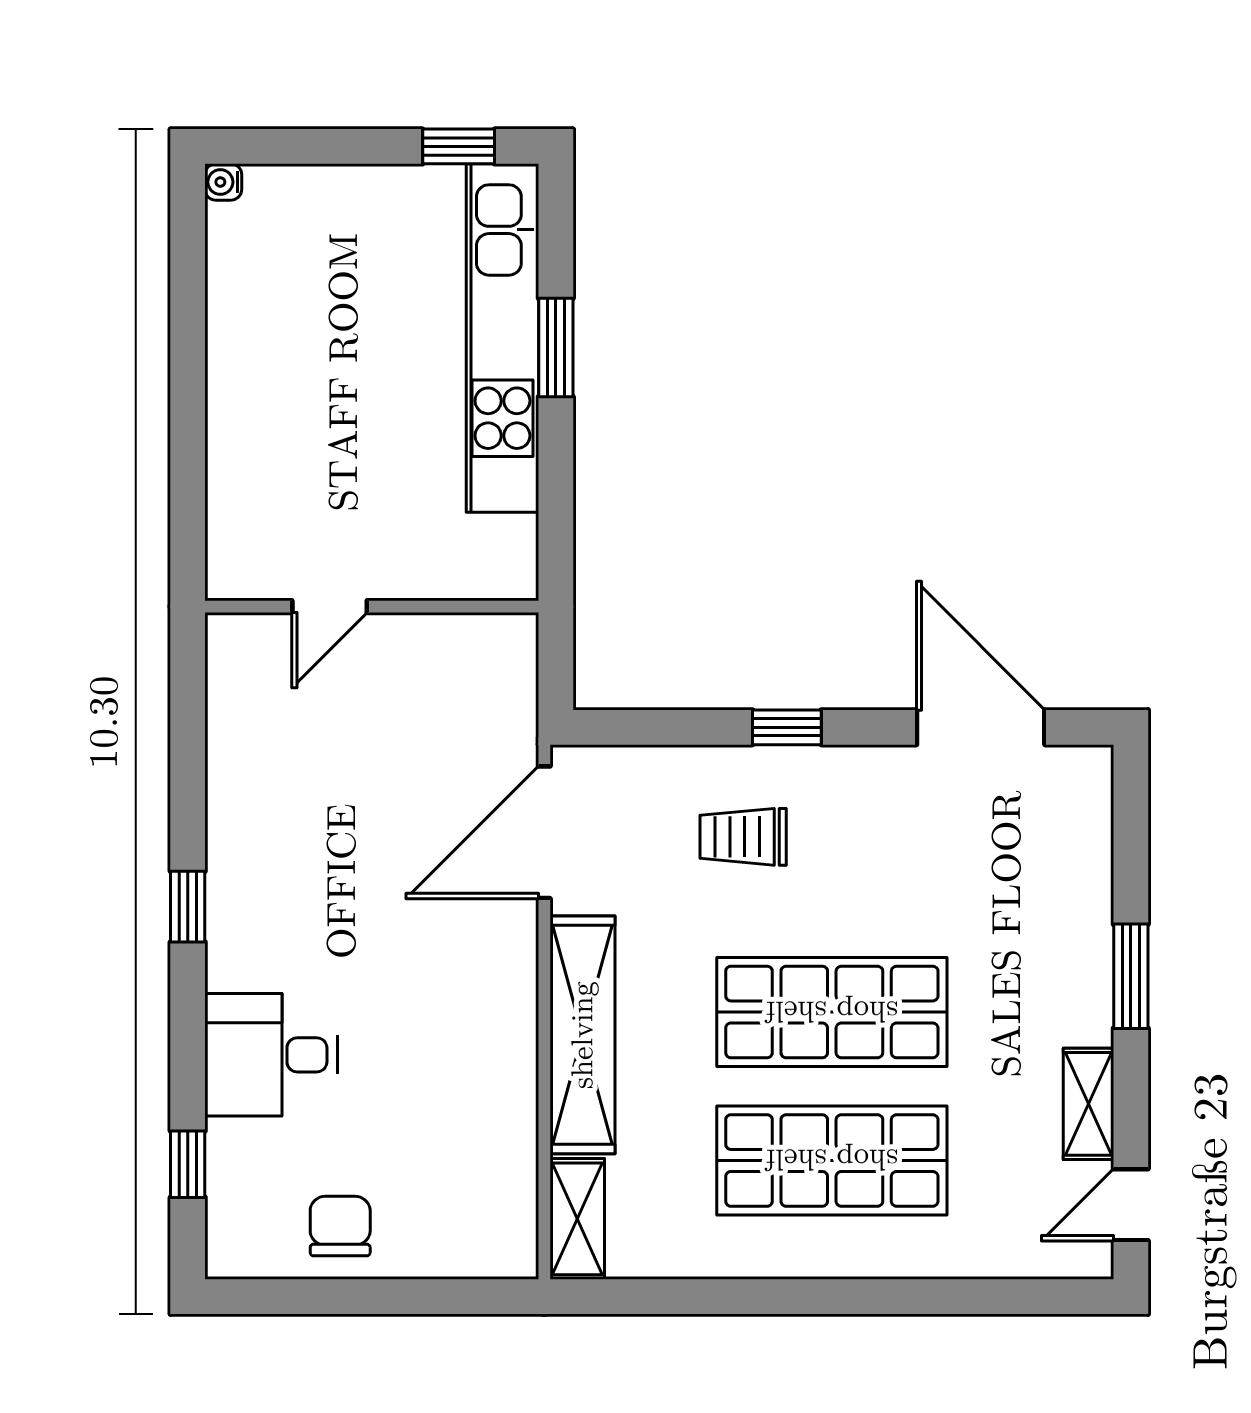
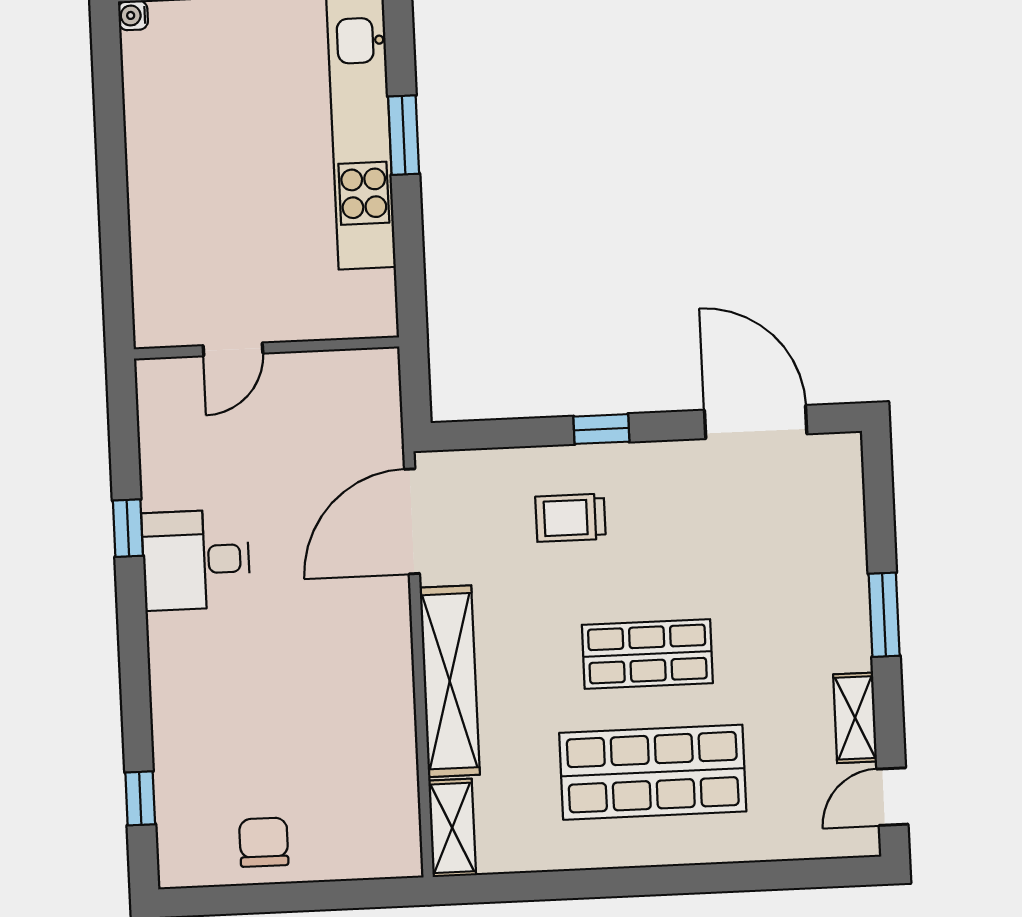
window: (188, 907) -> (128, 528), moved
shop shelf: (832, 1012) -> (647, 654), width x0.70, depth x0.74
desk: (271, 1055) -> (196, 560), moved

